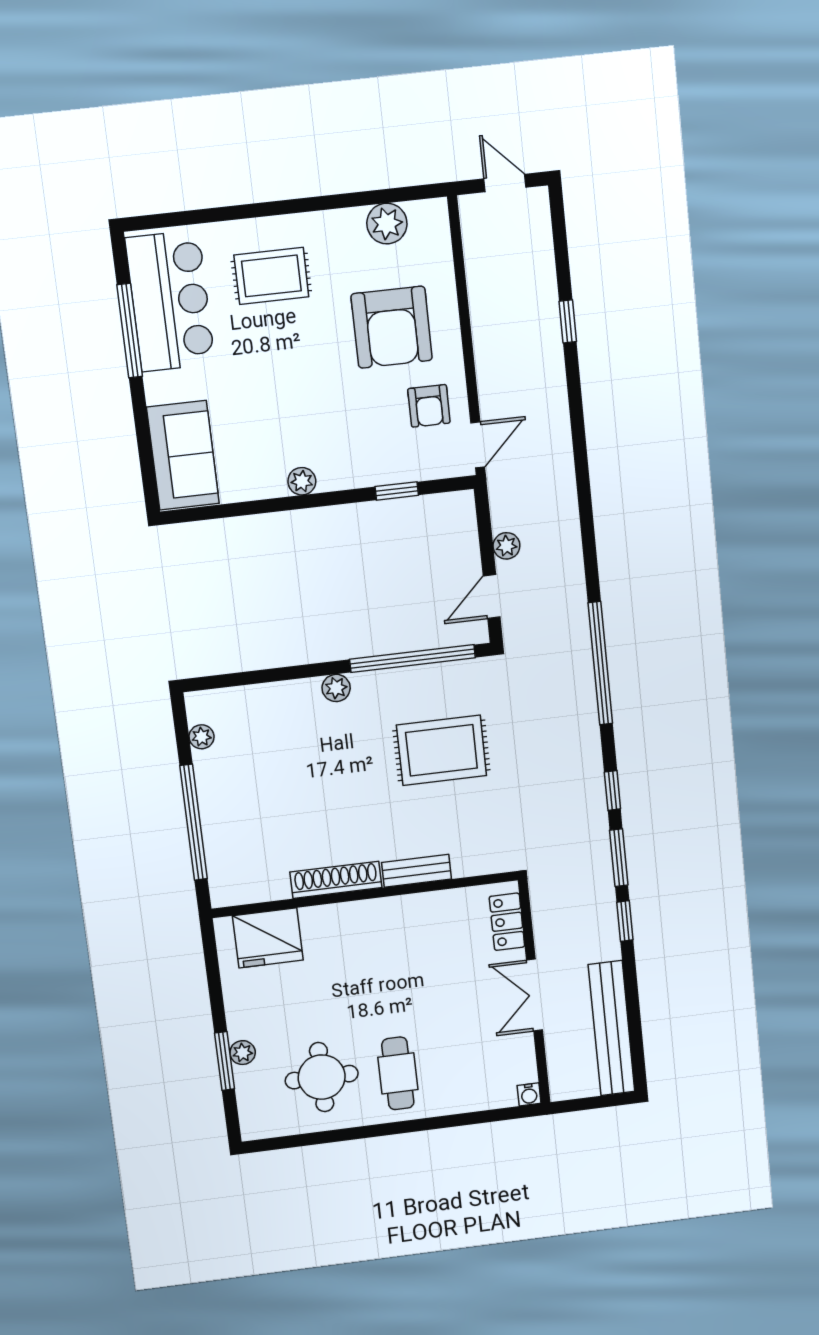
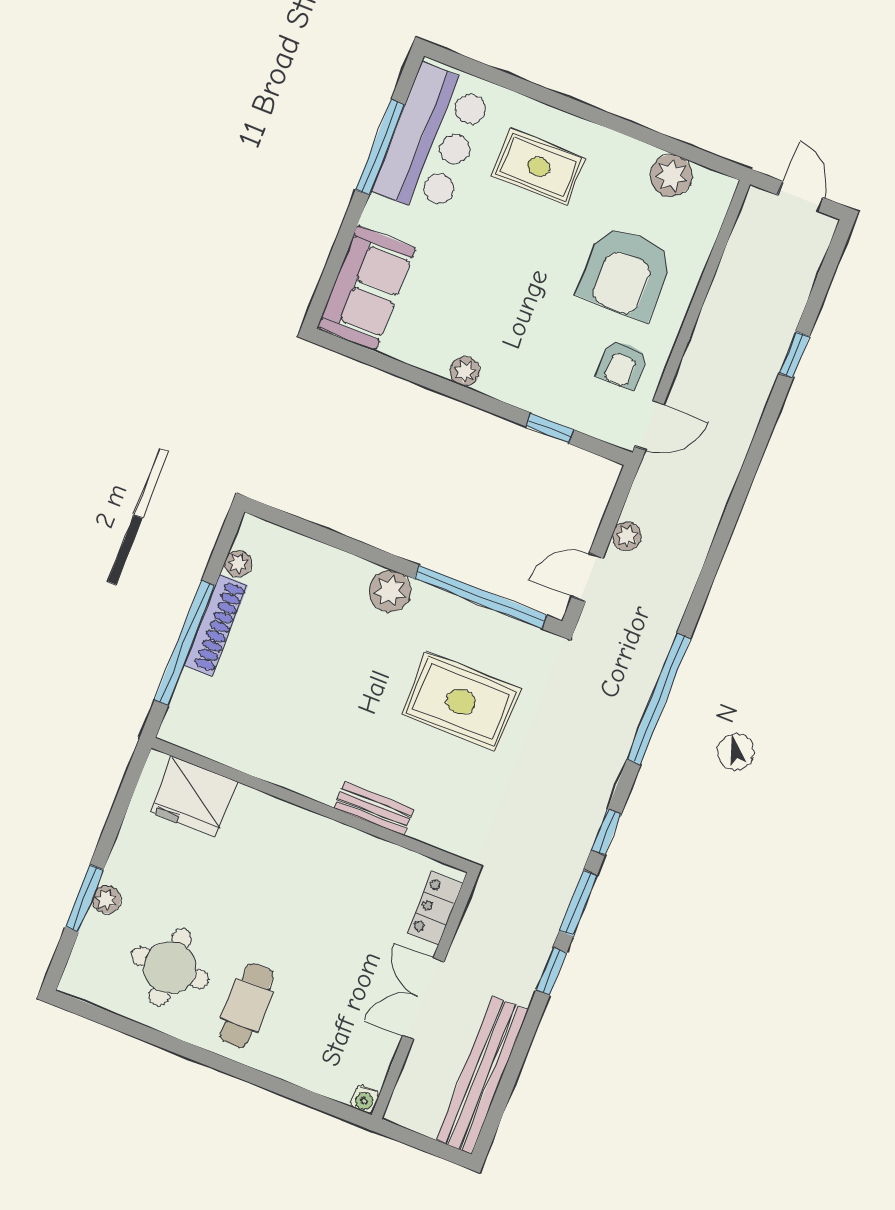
plant: (336, 688) -> (390, 591), width x1.38, depth x1.38
shoe rack: (336, 880) -> (216, 625), moved, turned 90

